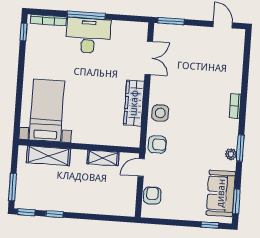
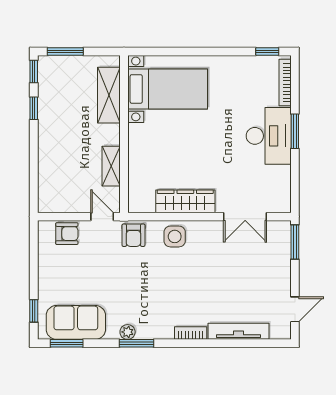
window: (86, 15) -> (295, 131), width x0.69
tv unit: (236, 69) -> (238, 331), added

